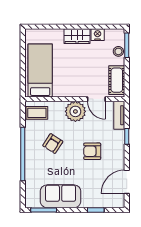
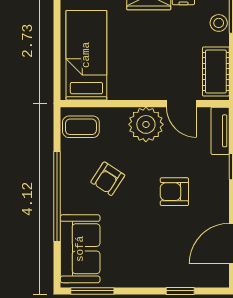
sofa: (61, 196) -> (80, 249), moved, turned 90

